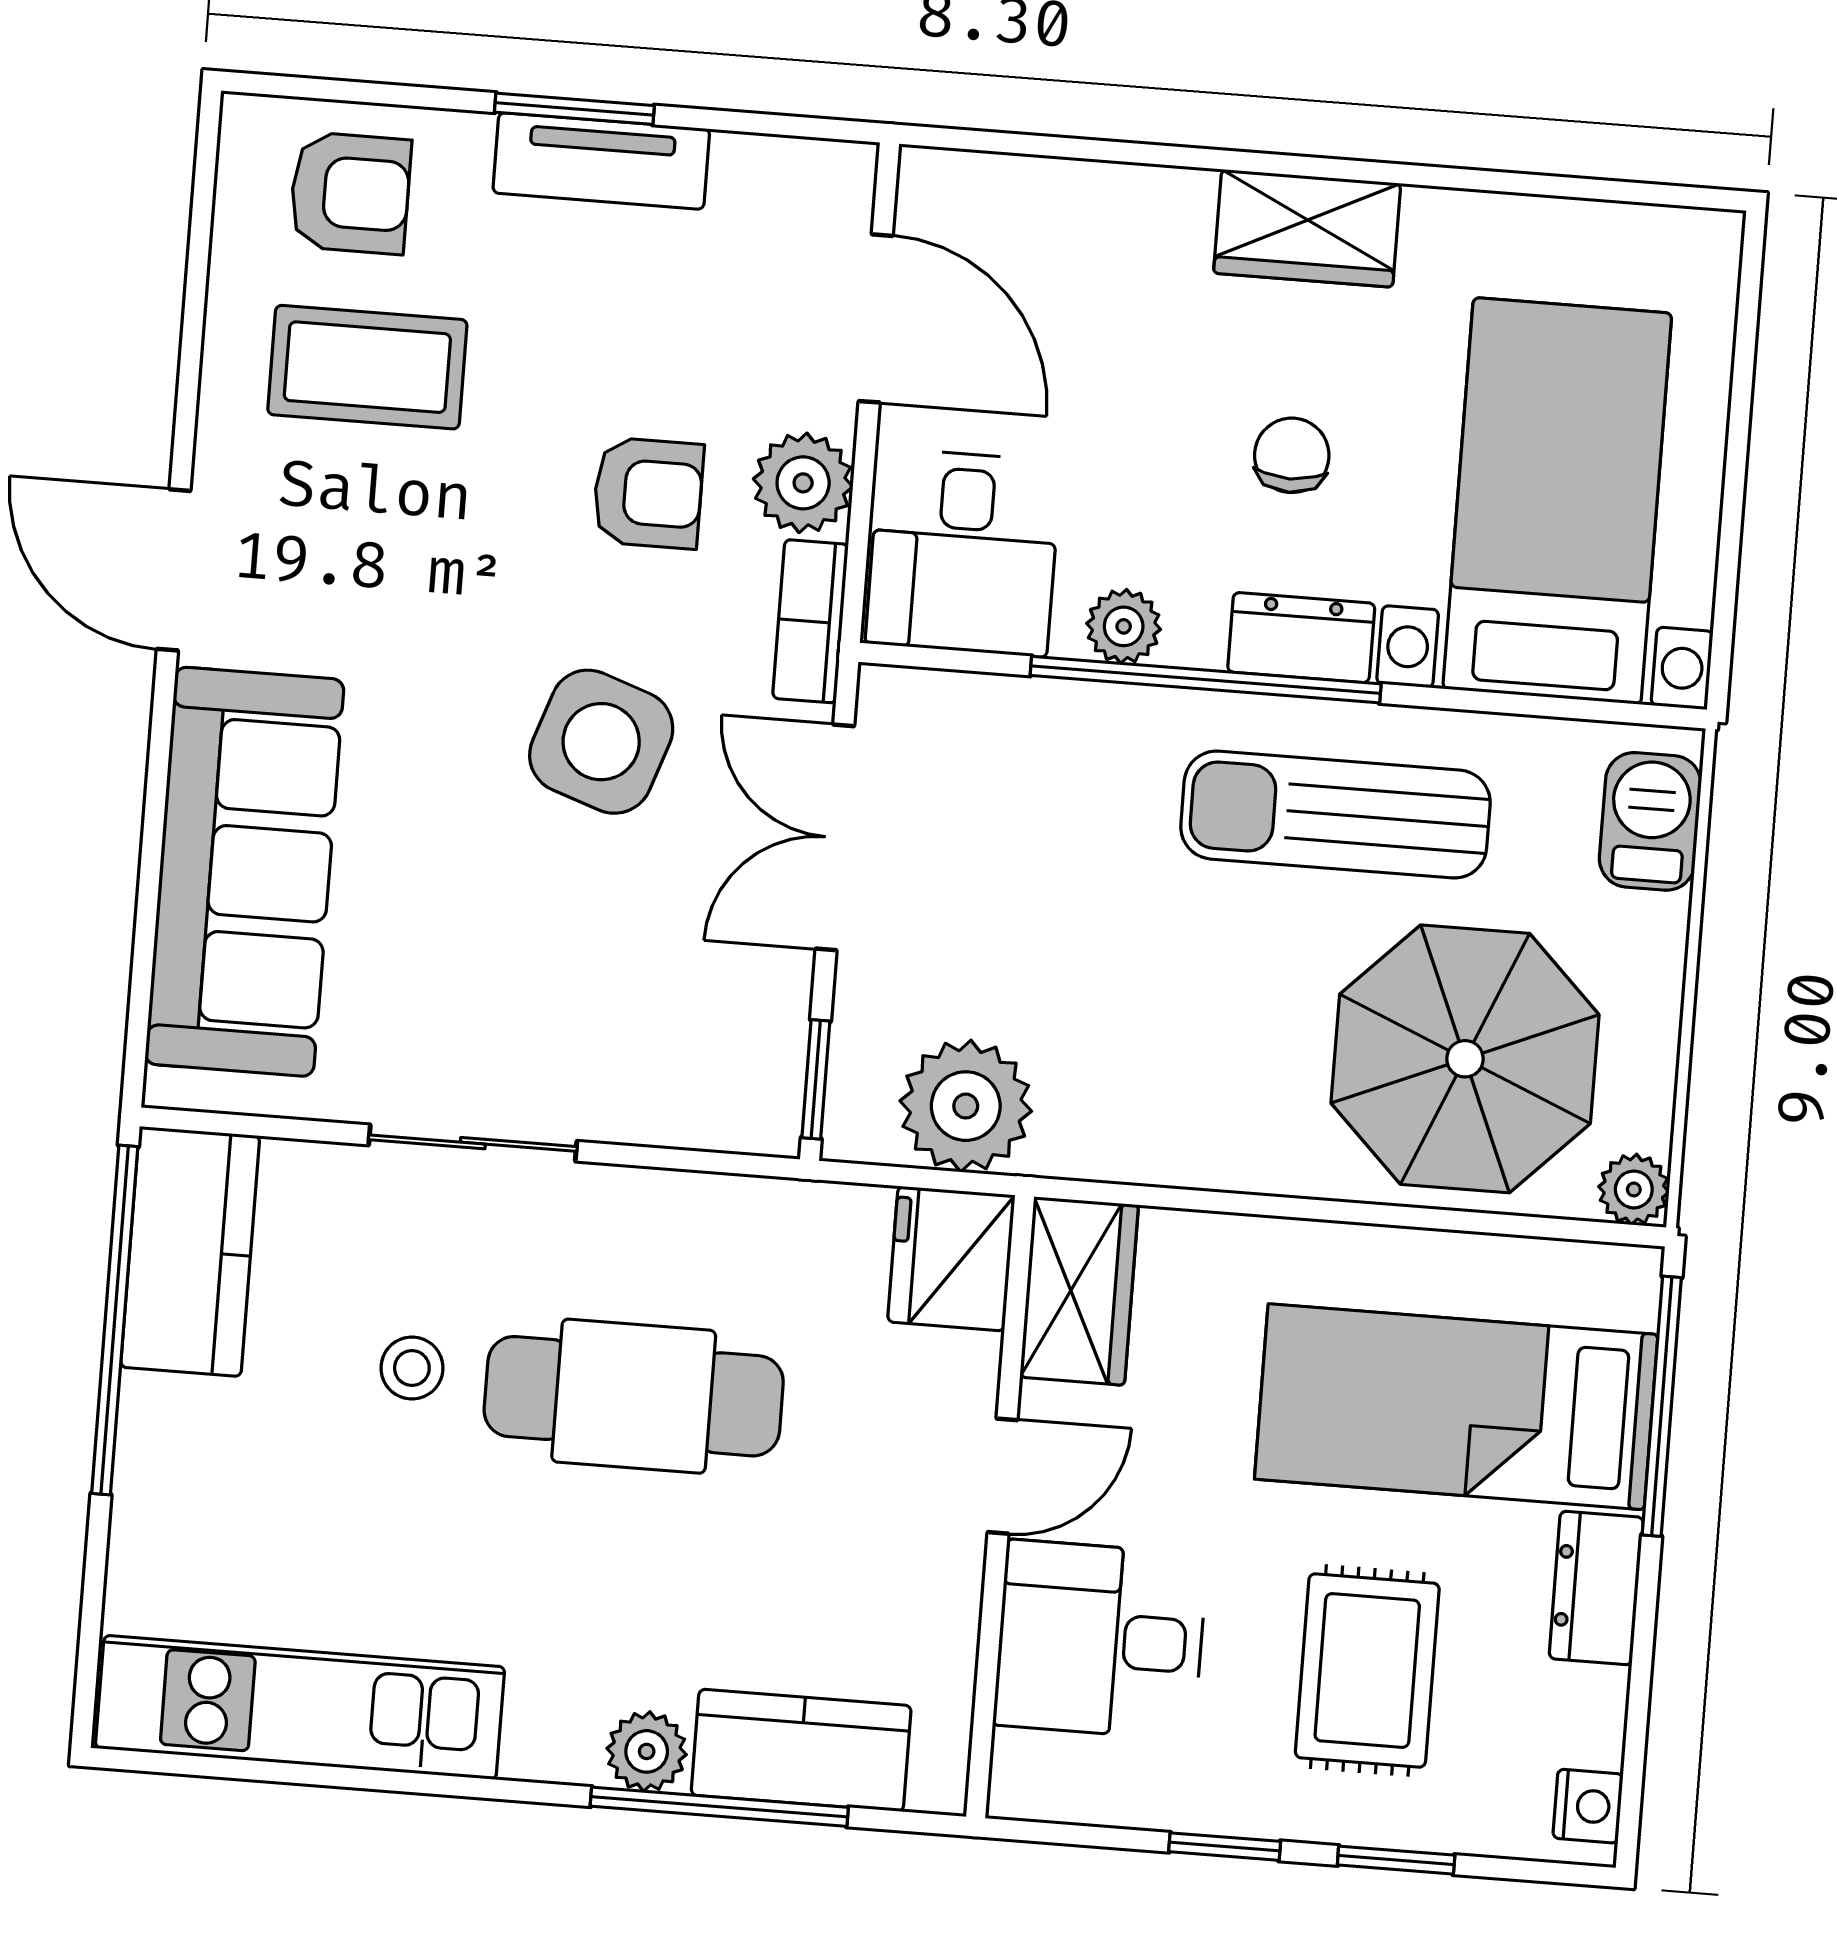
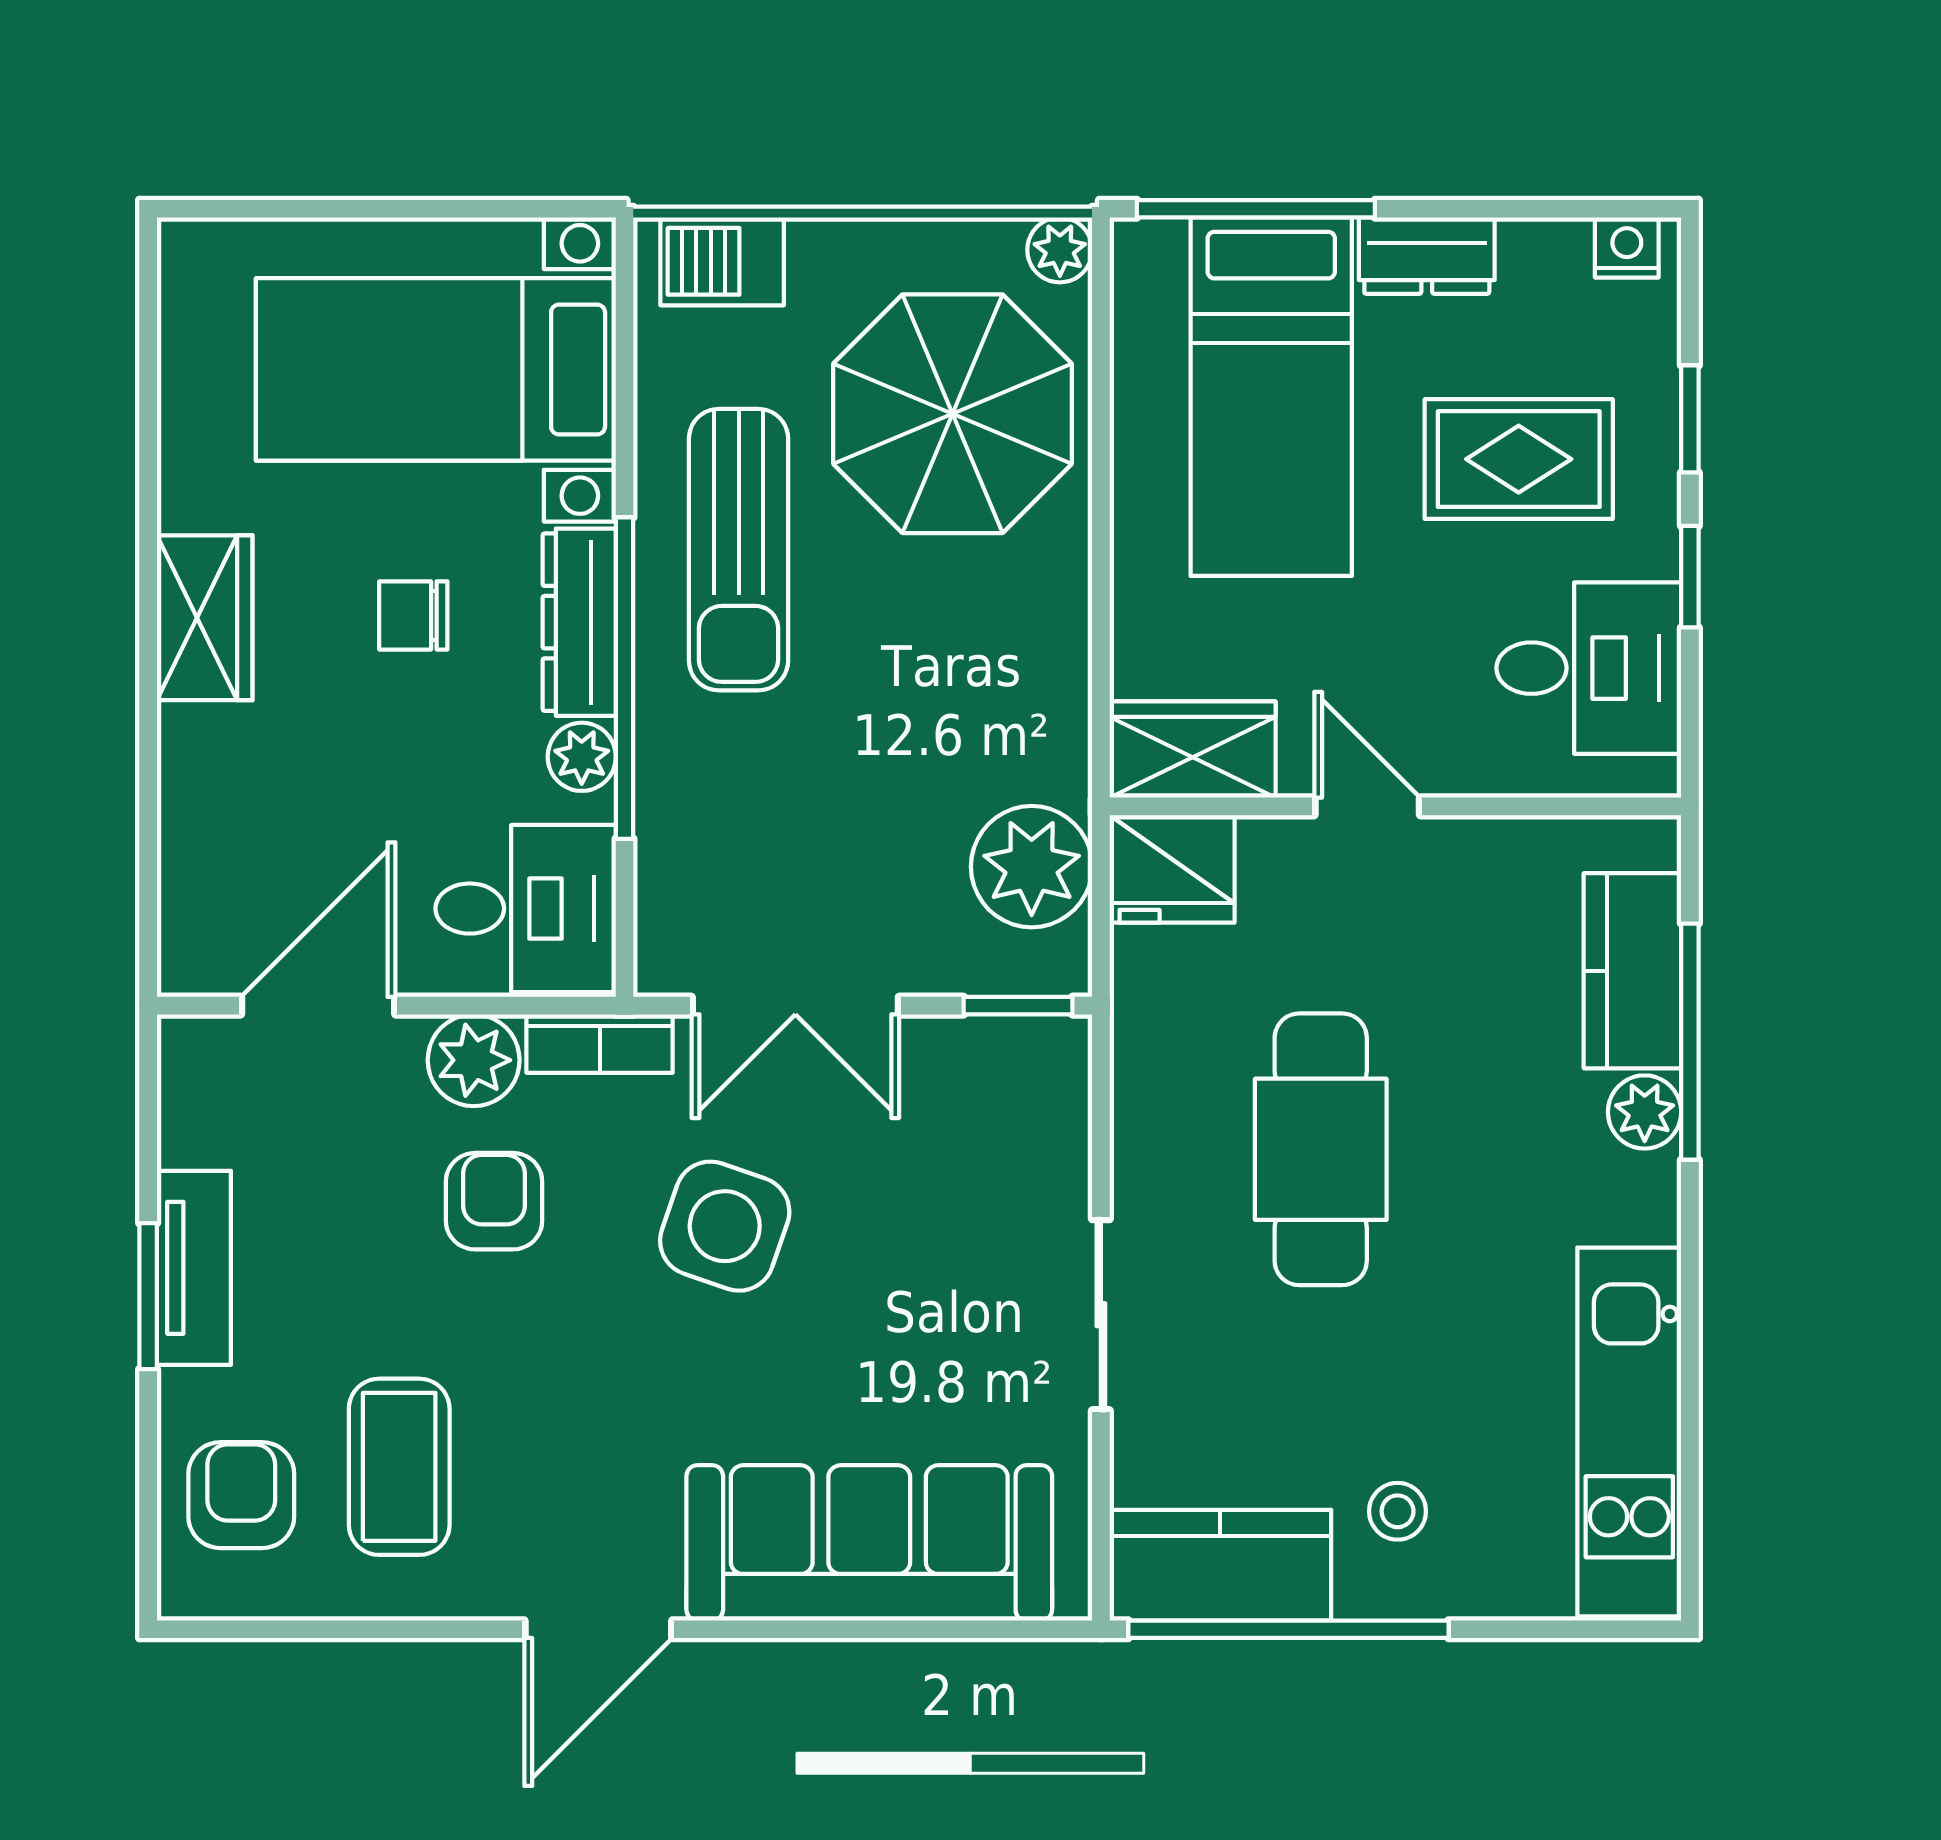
dresser: (1301, 638) -> (579, 622), width x1.44
stool: (412, 1368) -> (1398, 1511), moved
desk: (1100, 1640) -> (1589, 668), moved, turned -90

